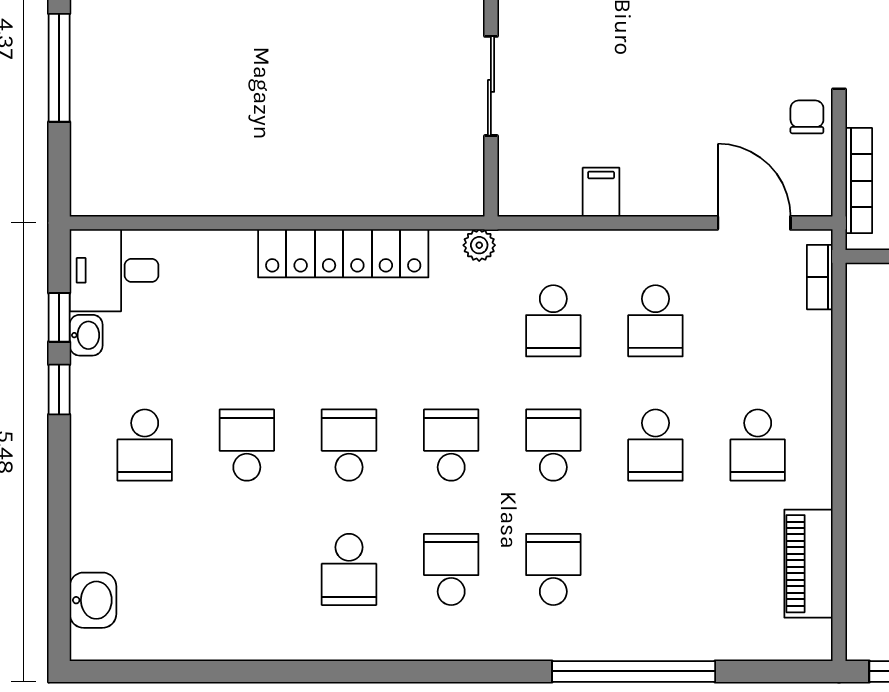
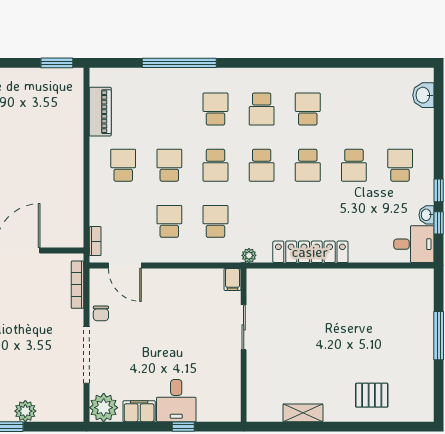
filing cabinet: (601, 192) -> (233, 279), moved
school desk: (553, 569) -> (215, 109), turned 180

